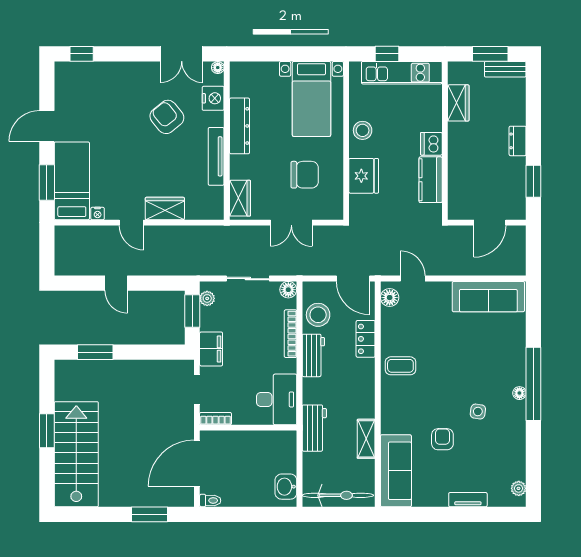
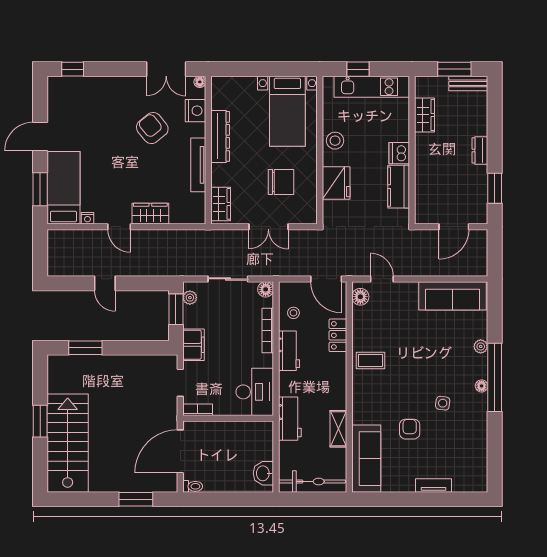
stool: (318, 315) -> (293, 313), width x0.53, depth x0.53
plant: (519, 488) -> (481, 346), moved

